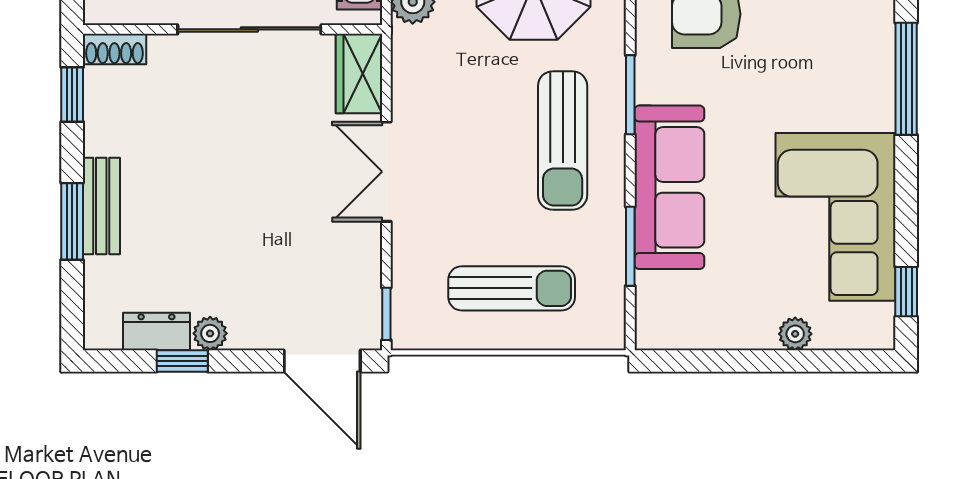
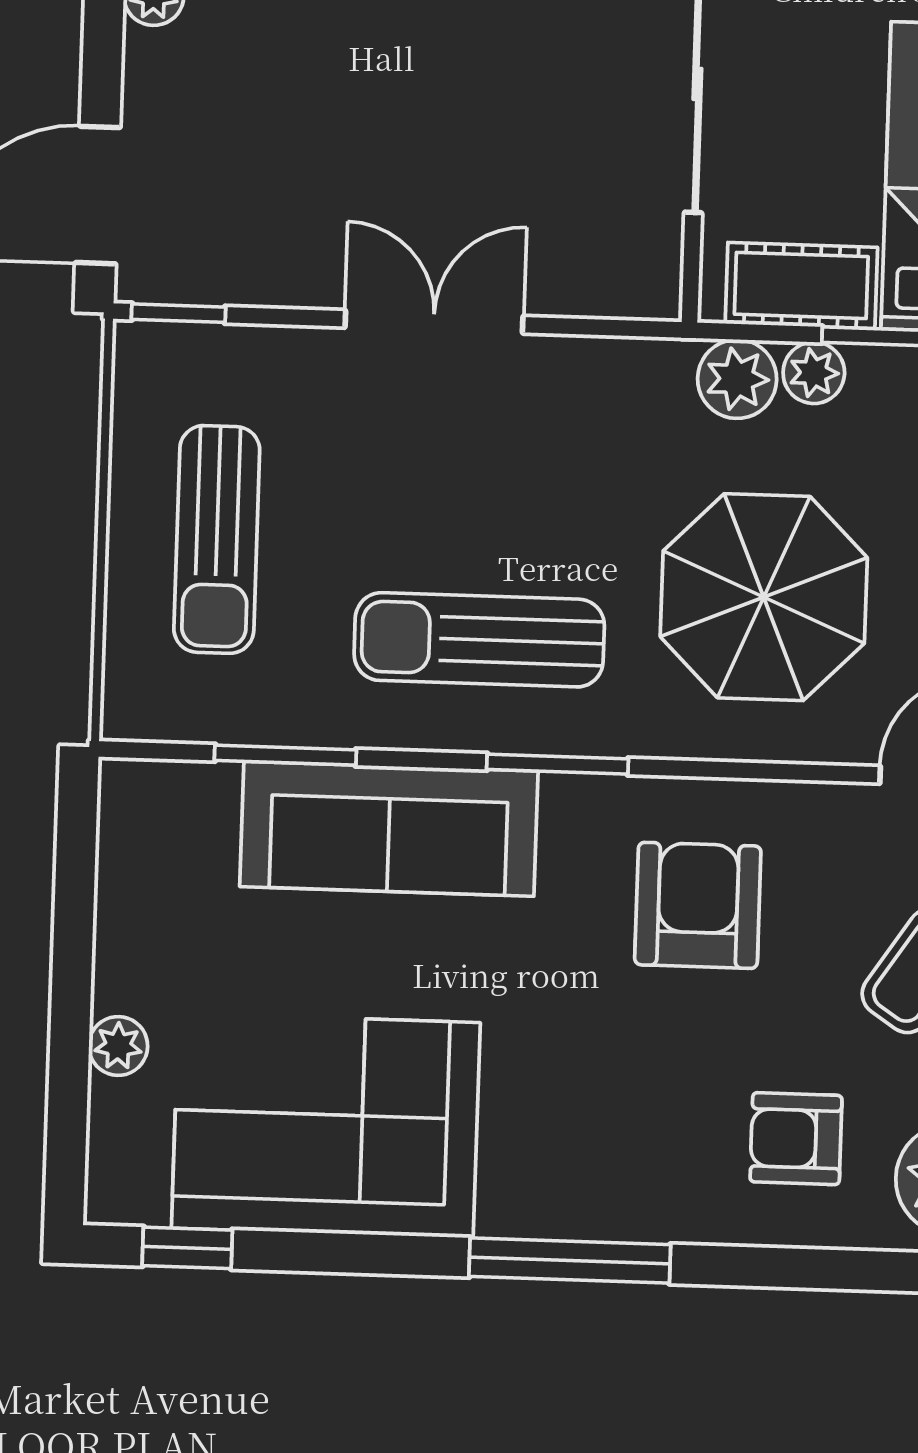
wardrobe: (359, 74) -> (612, 278), removed

